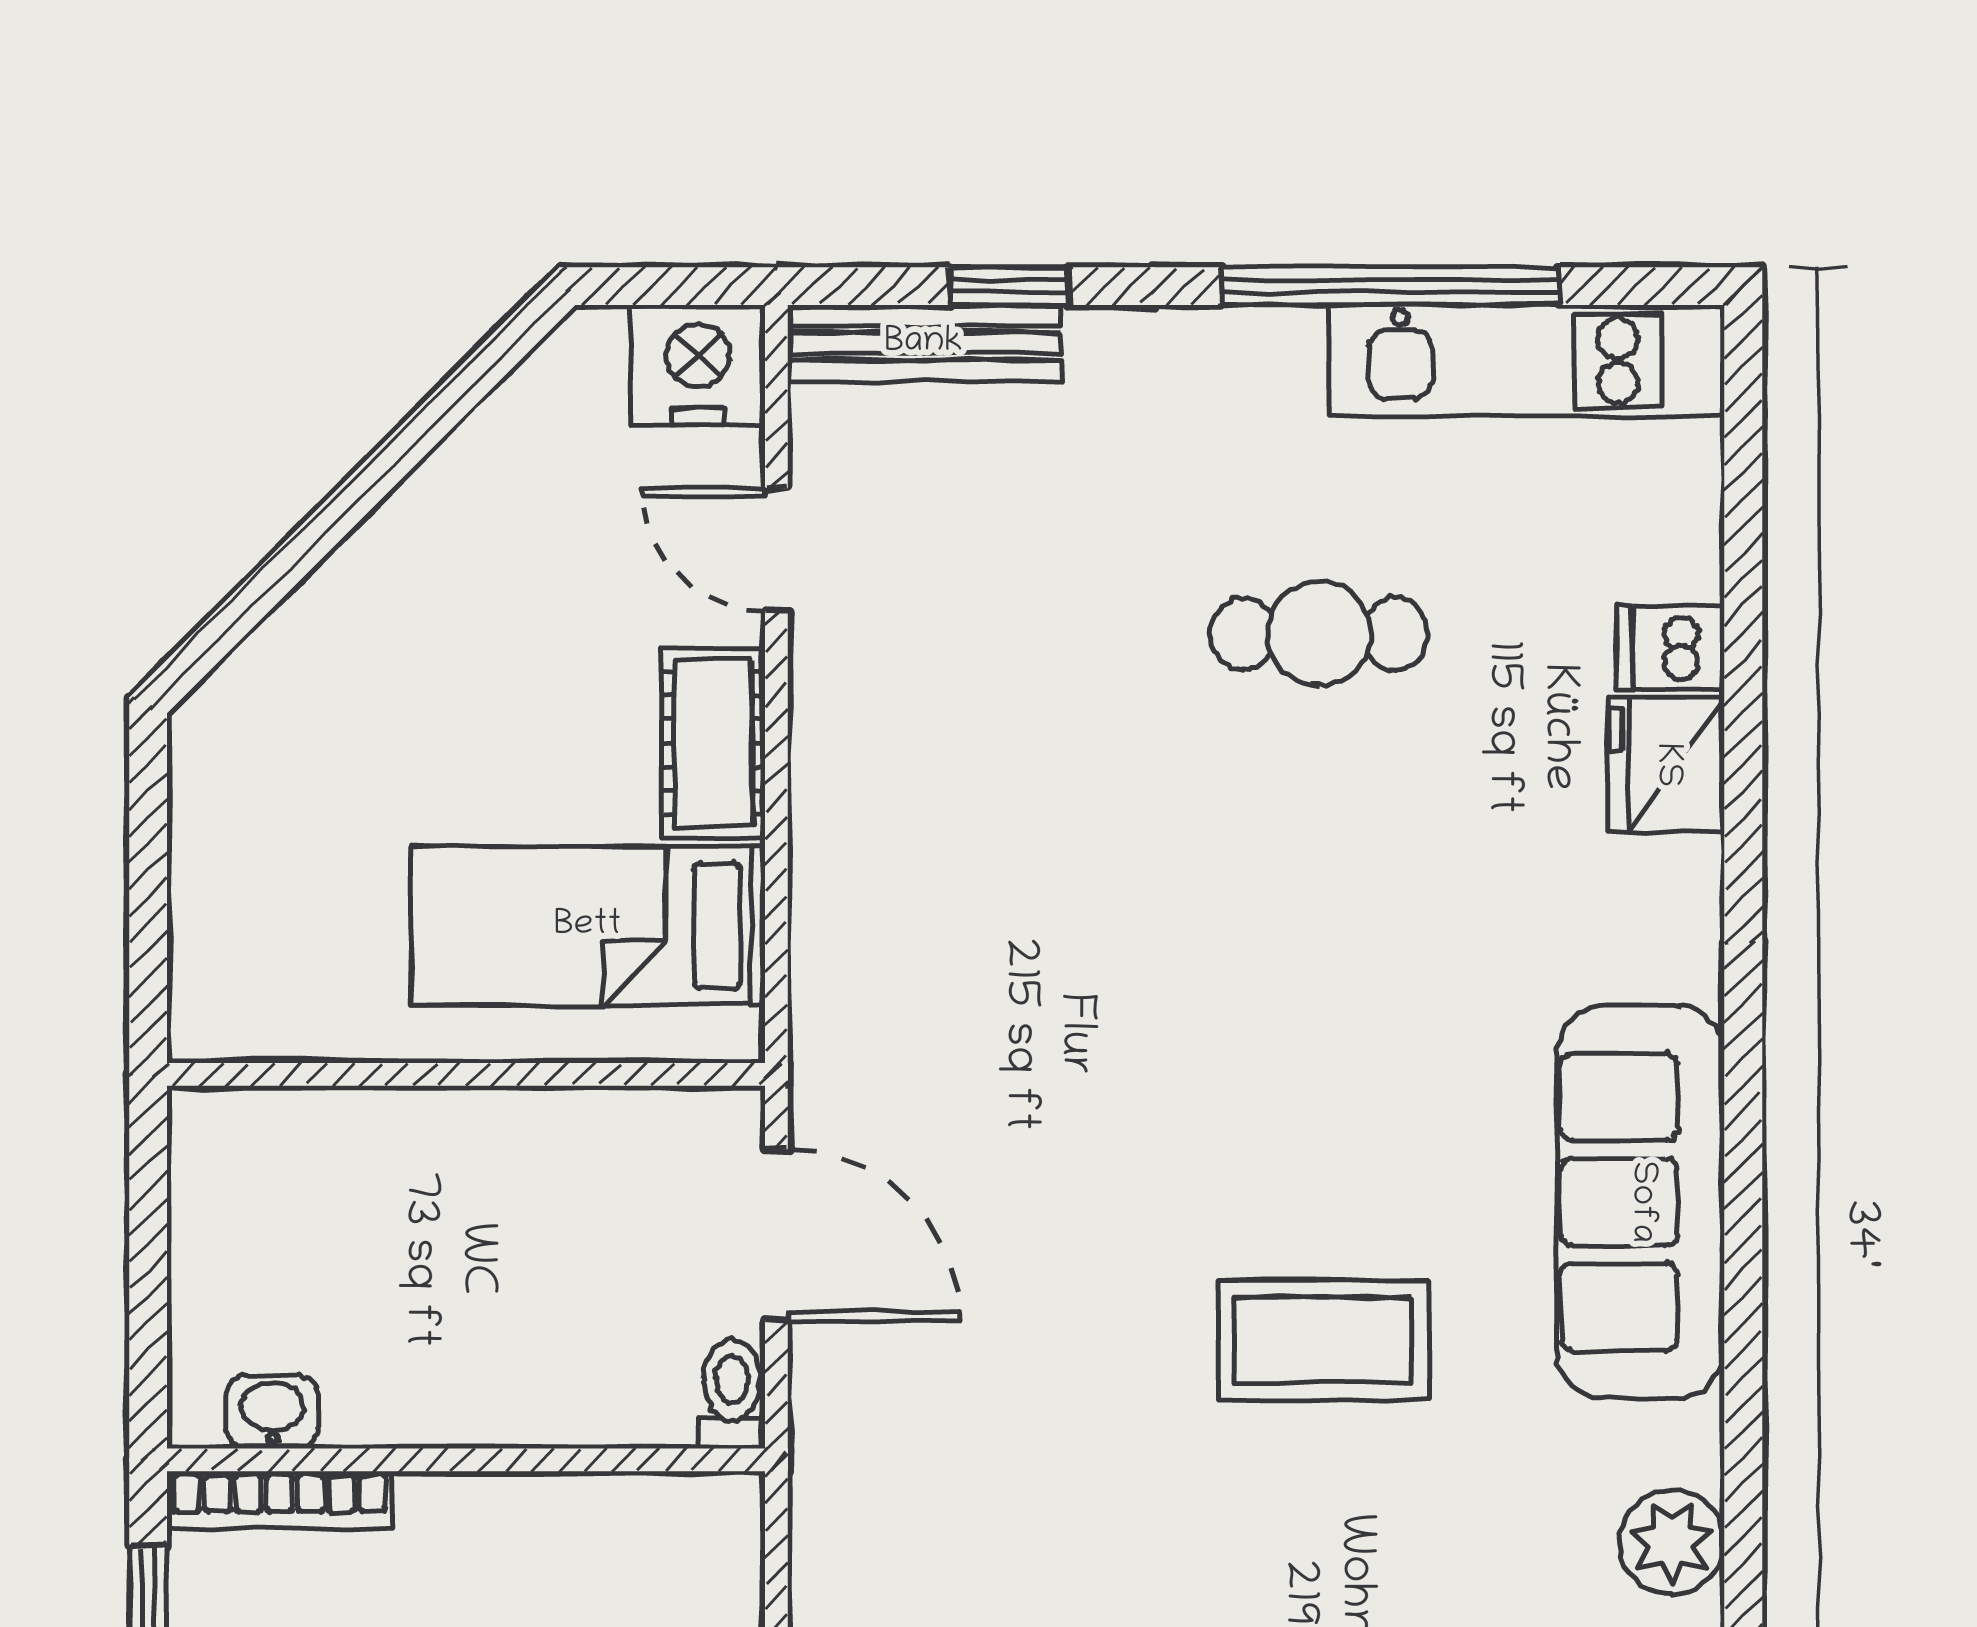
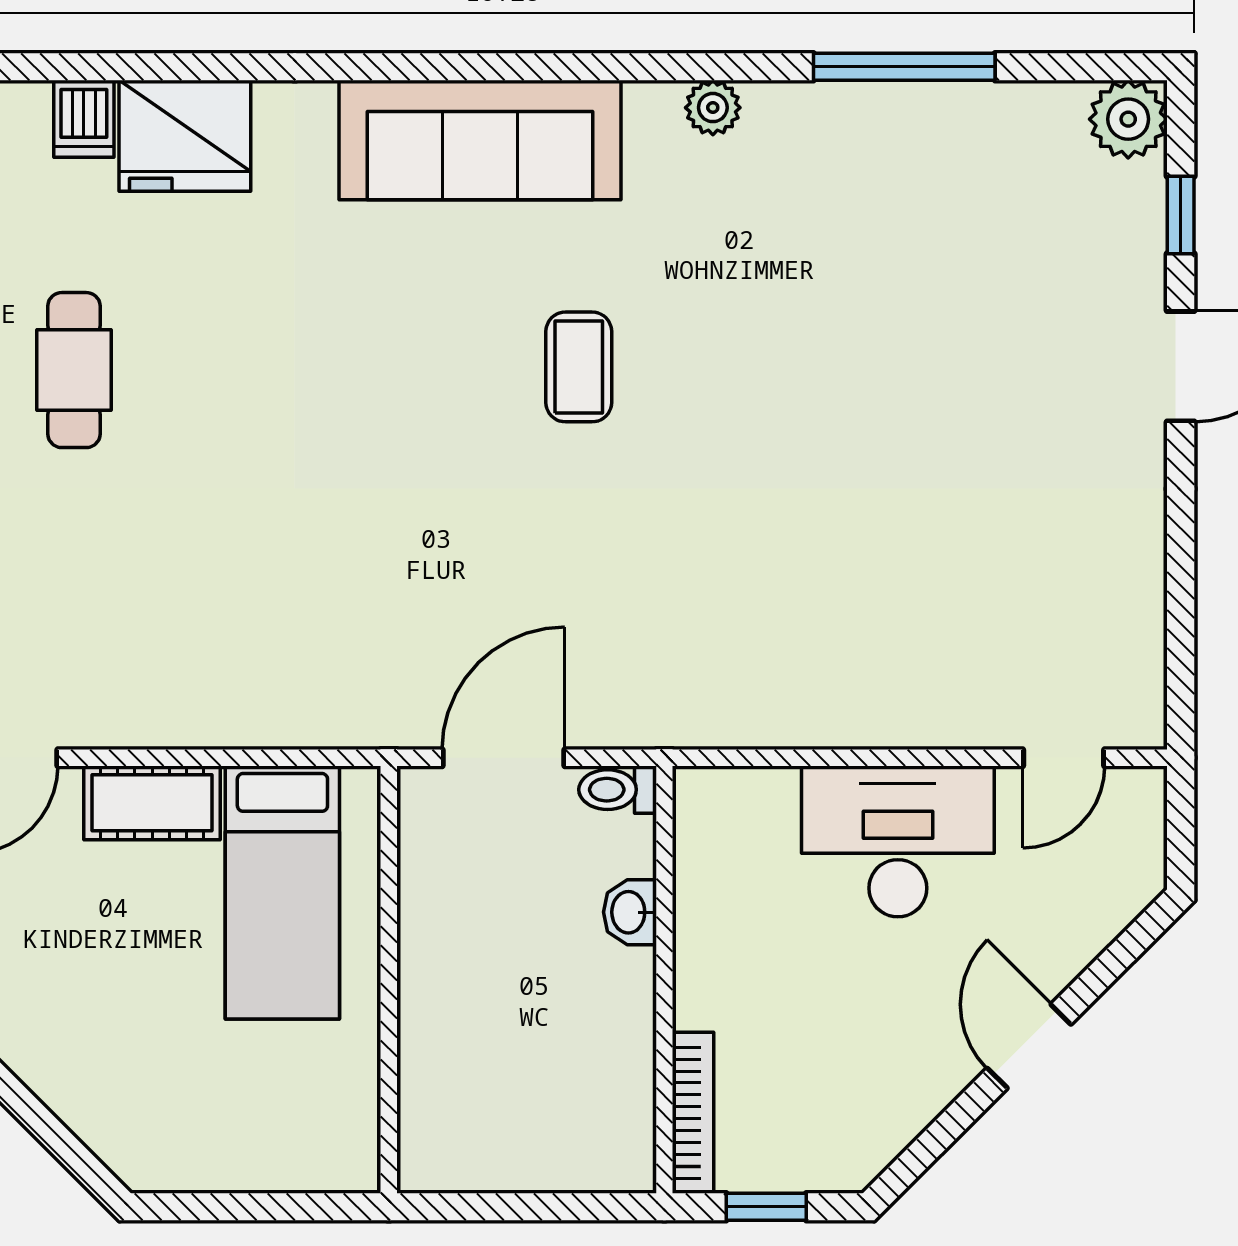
fridge: (1666, 765) -> (185, 136), width x1.36, depth x1.34
coffee table: (1323, 1340) -> (579, 367), width x0.73, depth x0.77
washbasin: (273, 1412) -> (630, 912), moved
plant: (1672, 1542) -> (713, 108), width x0.73, depth x0.73

